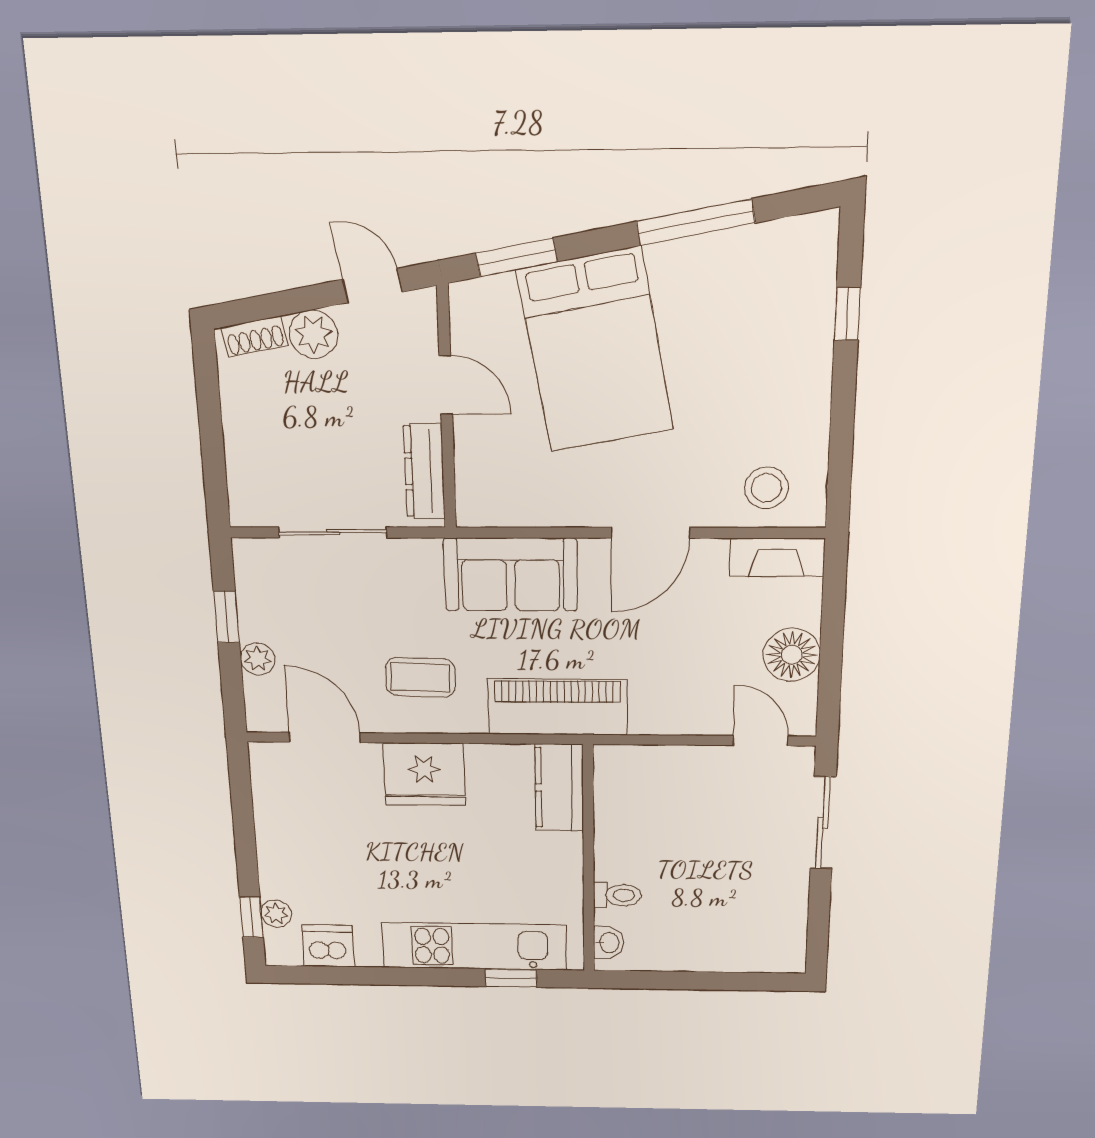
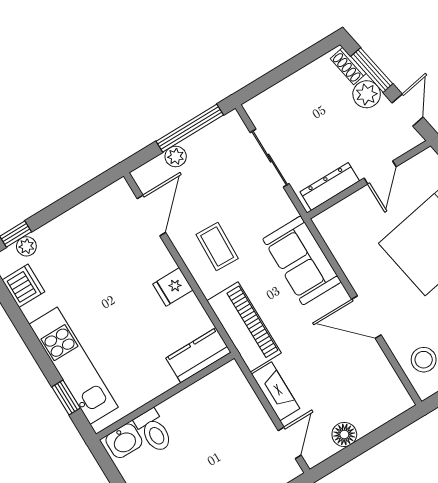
window: (280, 304) -> (372, 70), added
fireplace: (777, 557) -> (276, 391), moved, turned 180
window: (226, 617) -> (190, 128), width x2.17
floor lamp: (792, 655) -> (344, 434), width x0.73, depth x0.73
fridge: (424, 774) -> (173, 287), width x0.53, depth x0.75
toilet: (617, 895) -> (154, 431), width x1.37, depth x1.39
washbasin: (609, 943) -> (124, 441), width x1.38, depth x1.45

